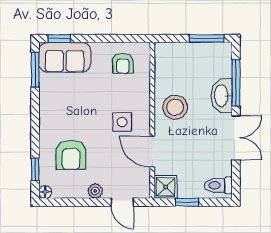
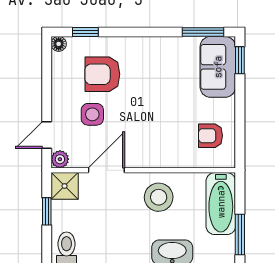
bathtub: (180, 55) -> (221, 204), added
side table: (122, 122) -> (92, 114), moved
plant: (95, 191) -> (60, 159), moved

